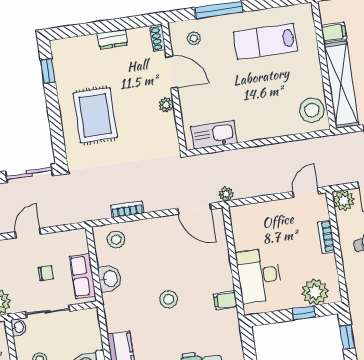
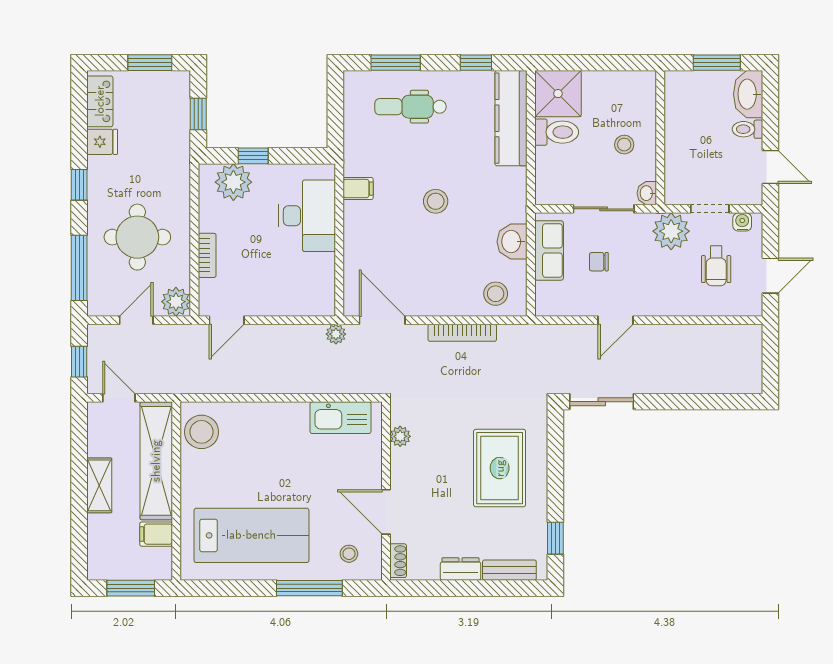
lab bench: (265, 41) -> (251, 535), width x1.36, depth x1.39
bench: (77, 44) -> (509, 570), added
plant: (166, 105) -> (400, 436), moved
bookcase: (127, 209) -> (462, 333), width x1.56

